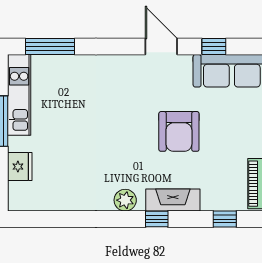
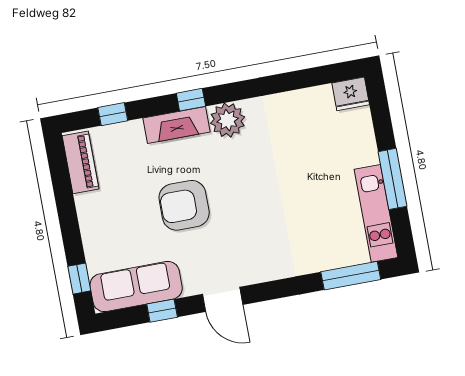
armchair: (179, 131) -> (184, 205), turned -90
fridge: (20, 167) -> (351, 94), moved, turned -90
plant: (125, 200) -> (228, 120), width x1.36, depth x1.36

